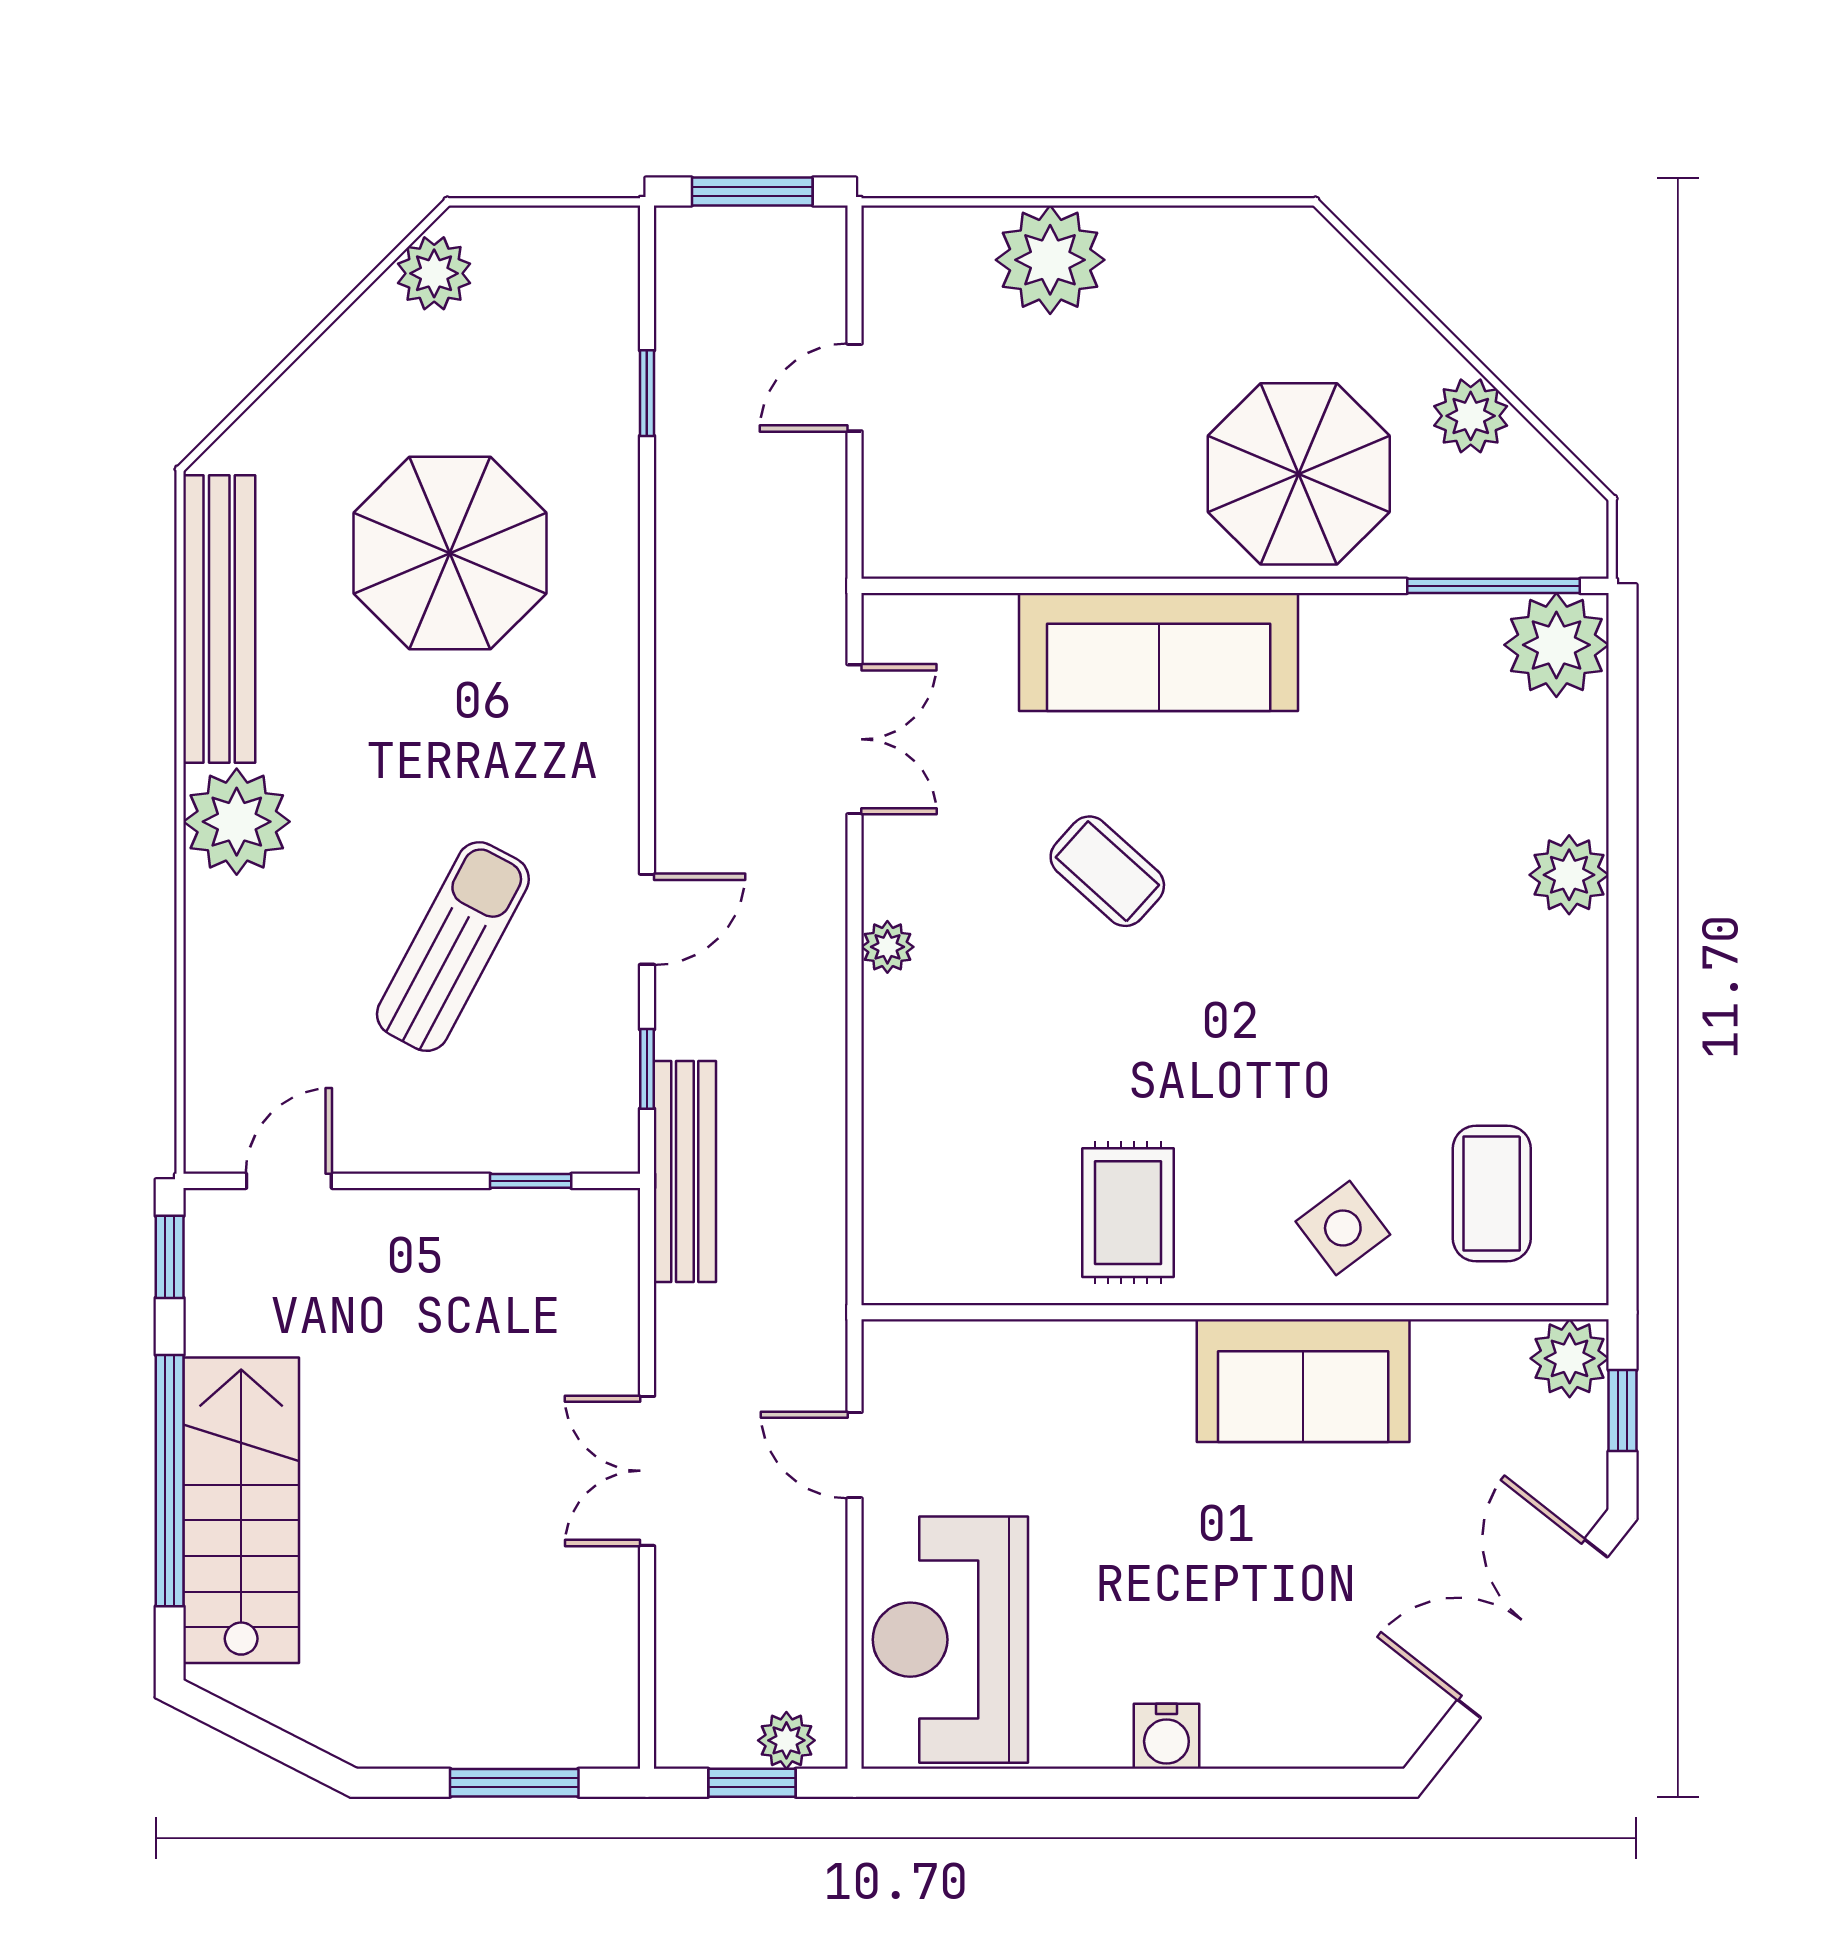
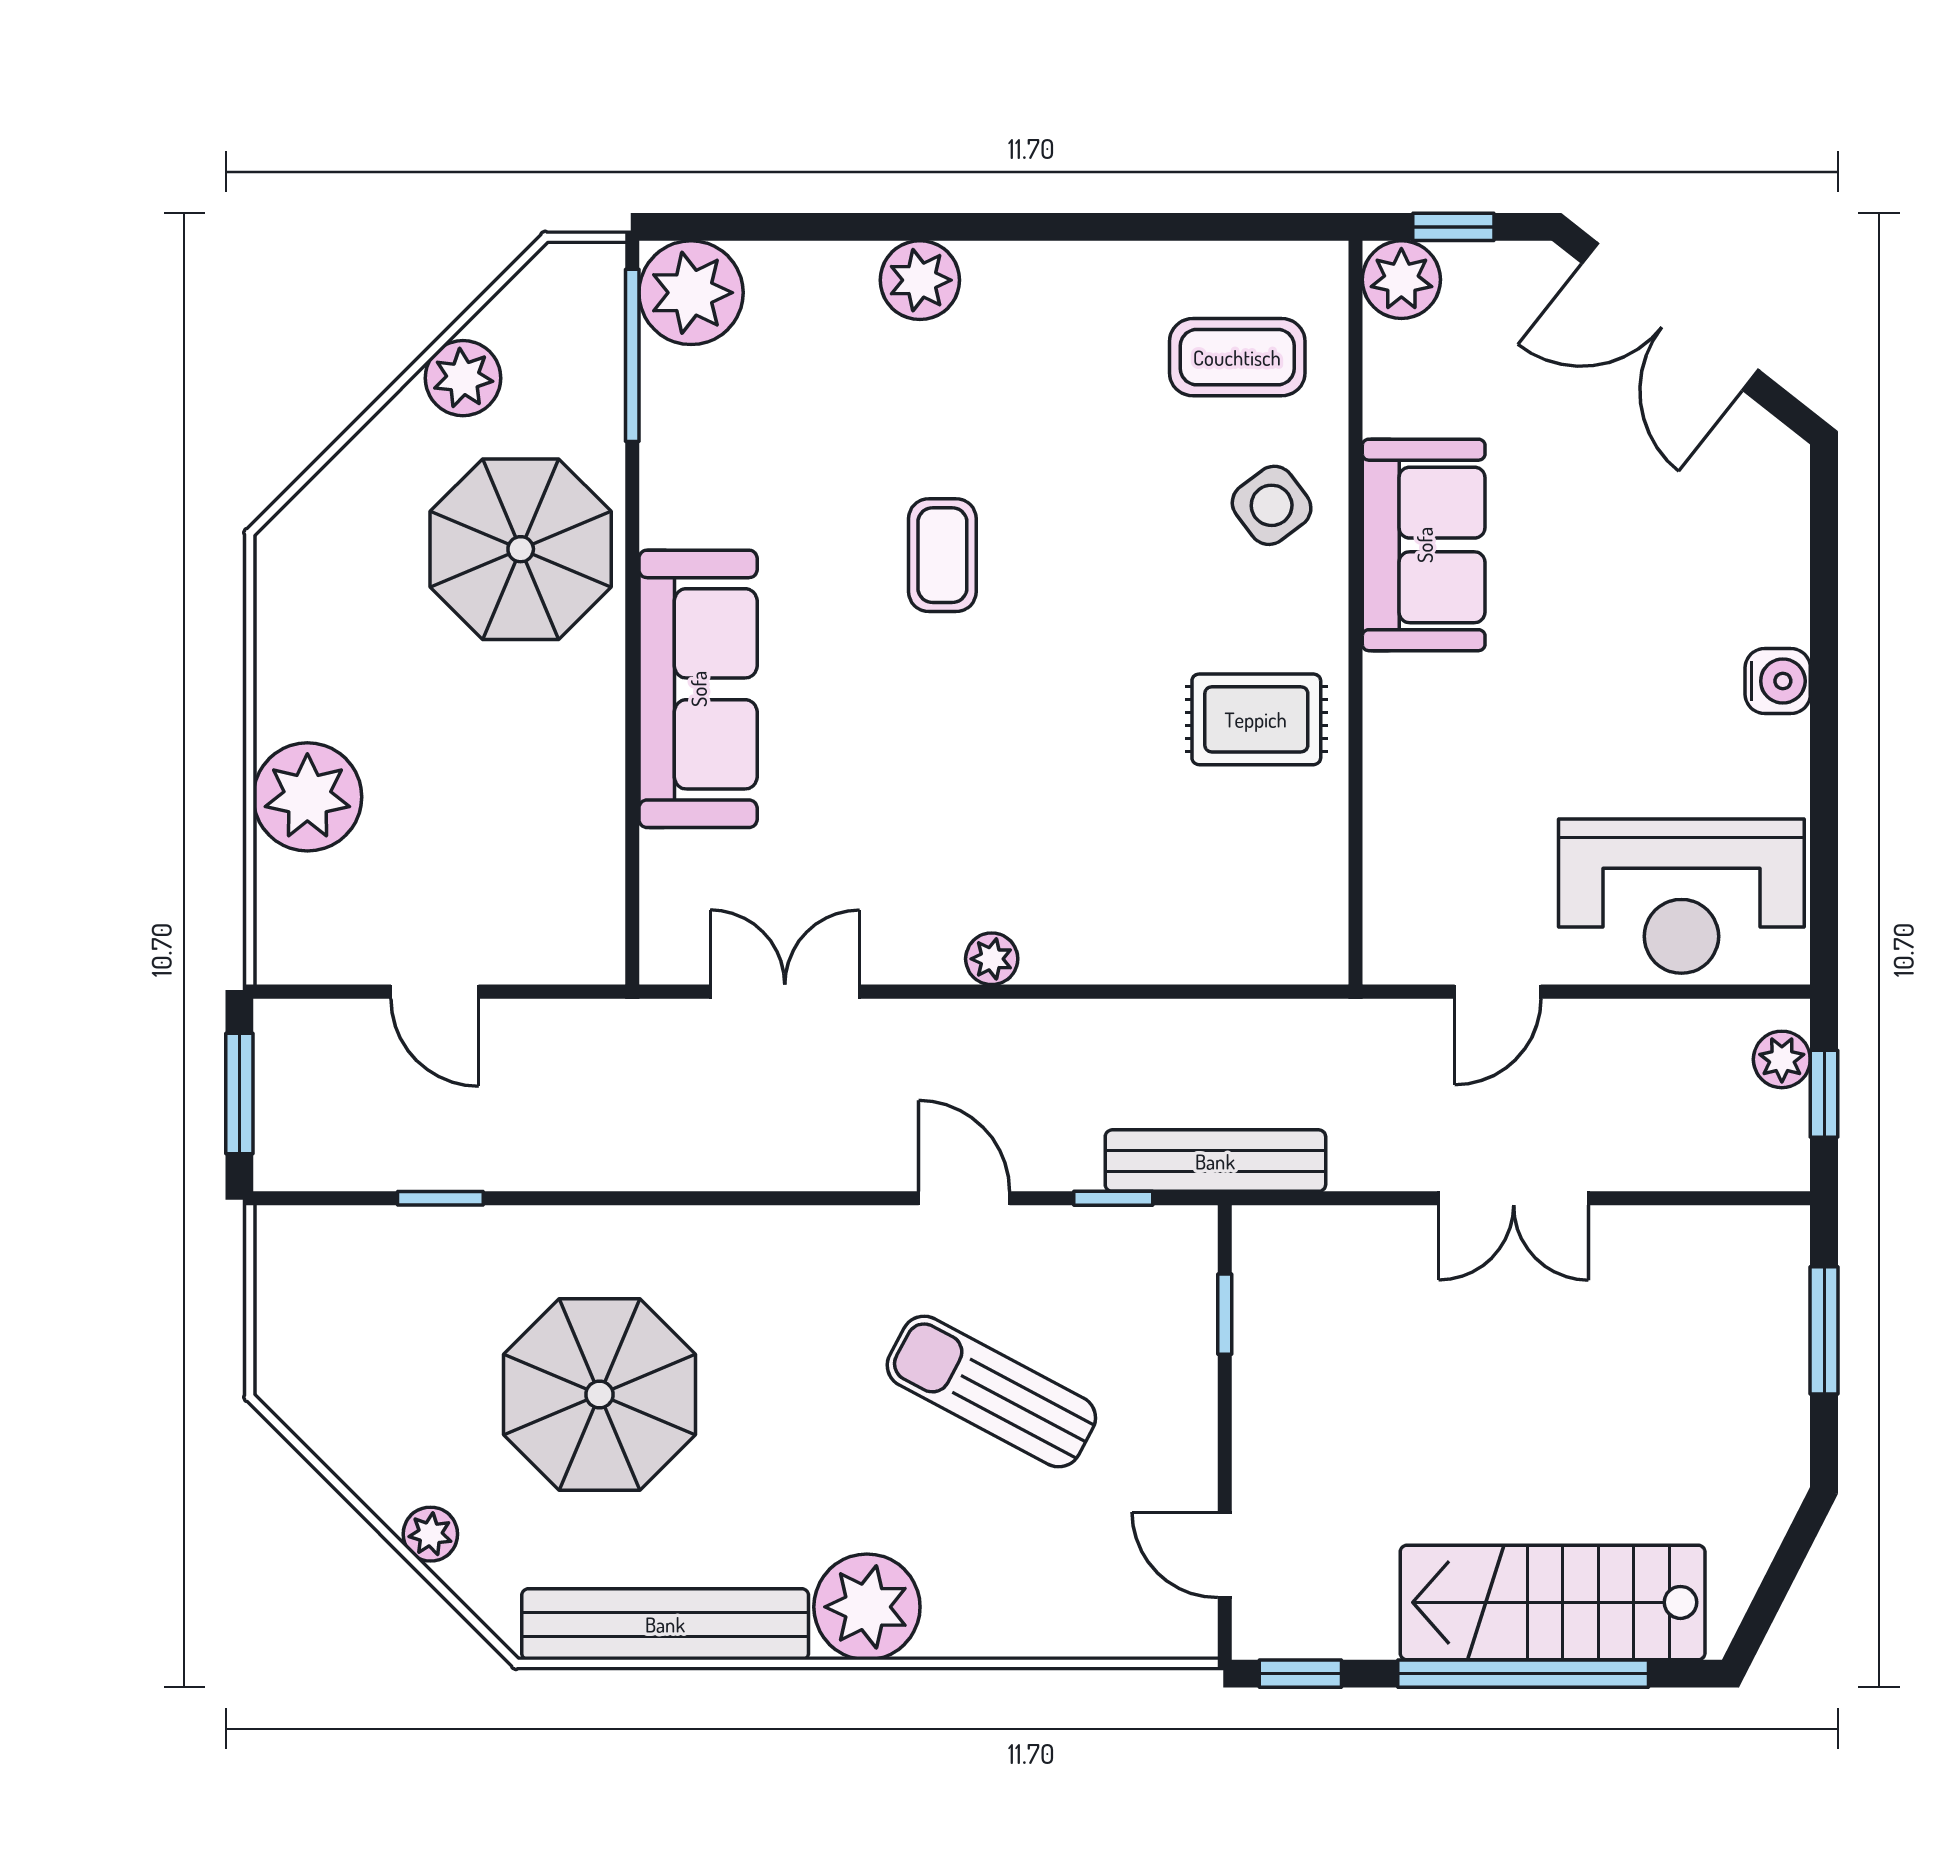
plant: (434, 273) -> (430, 1534), moved, width x0.73, depth x0.73
coffee table: (1107, 871) -> (942, 555), moved, turned -42

